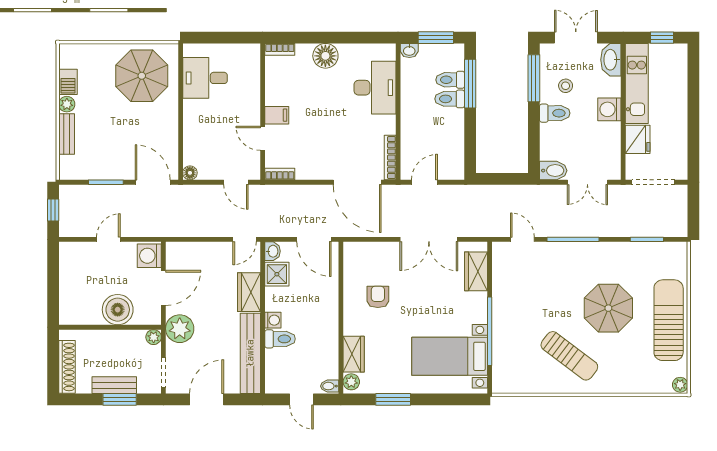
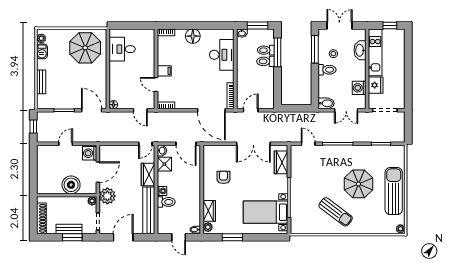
washbasin: (611, 60) -> (360, 50), moved
plant: (67, 104) -> (41, 38), moved
washing machine: (609, 109) -> (359, 88), moved

